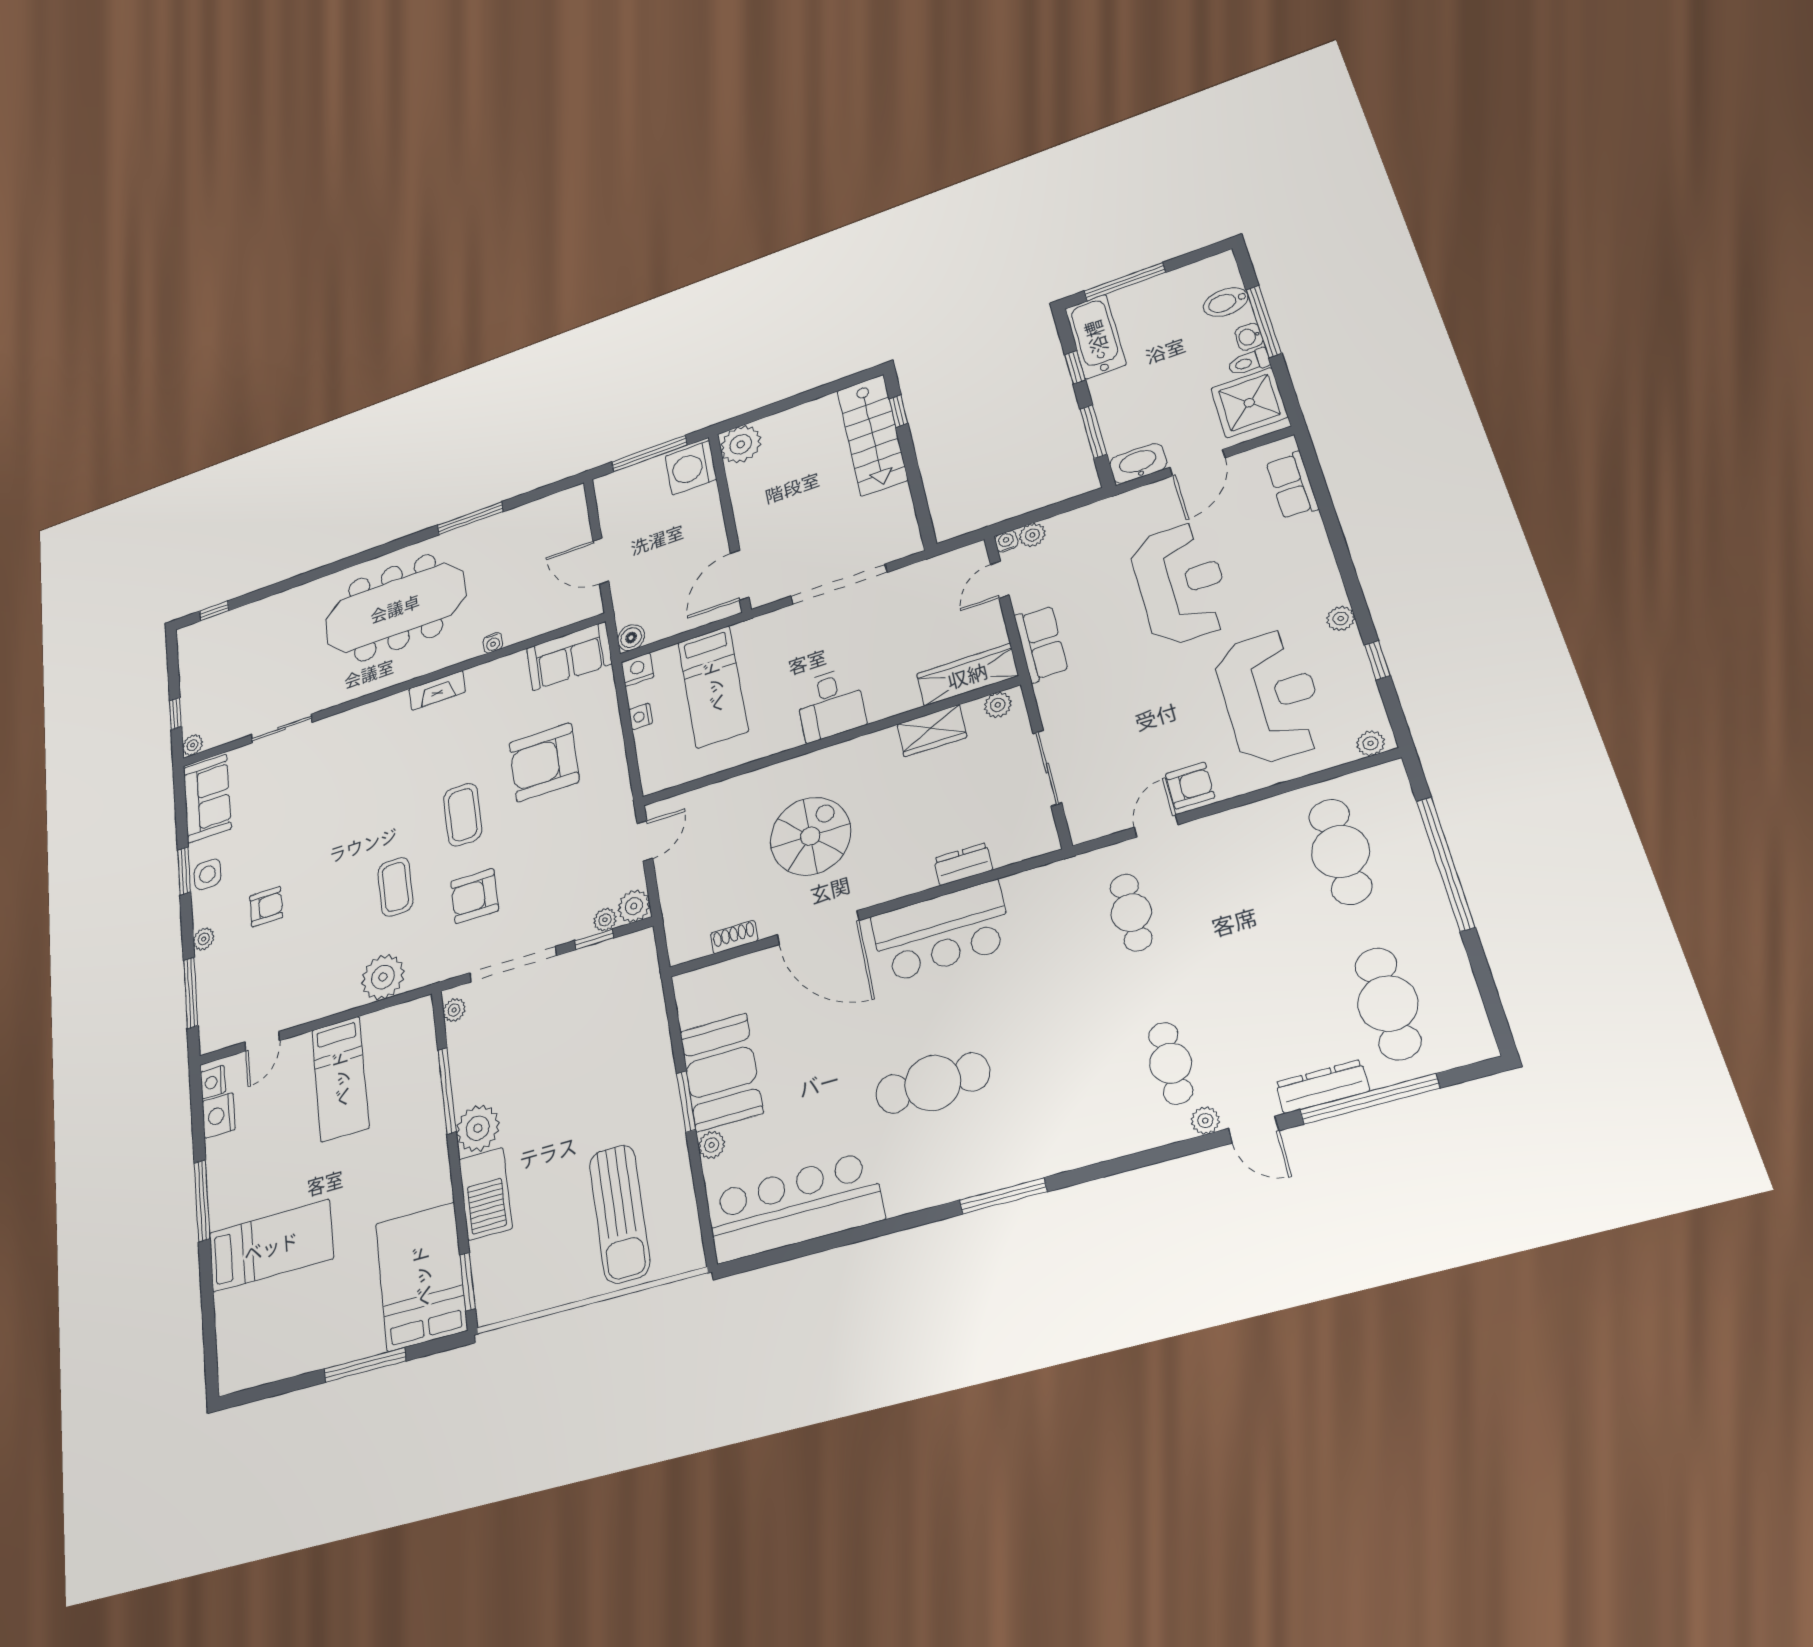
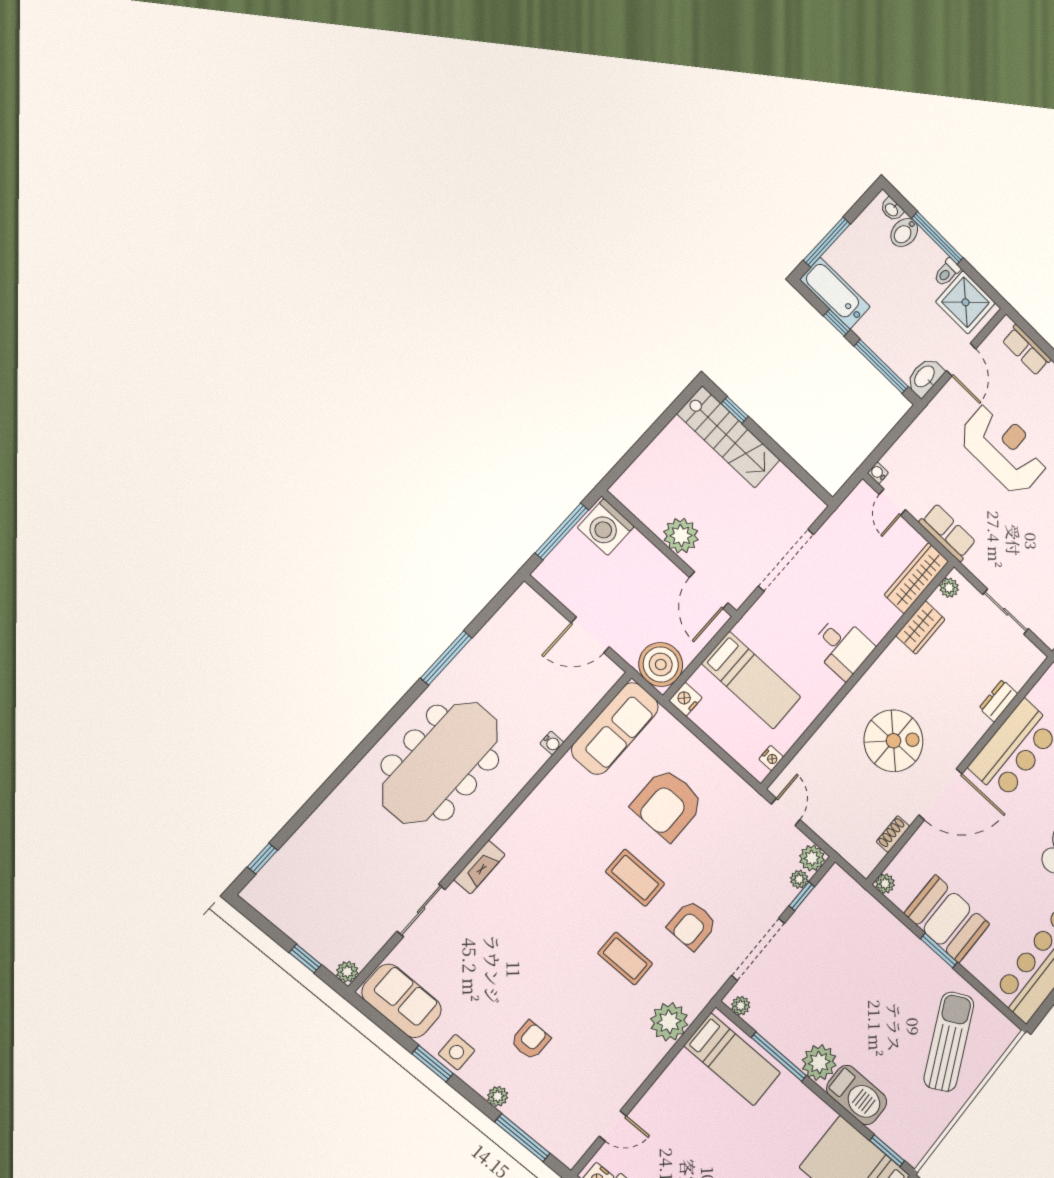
washbasin: (1249, 337) -> (892, 209), moved
window: (1093, 432) -> (881, 366), width x1.44
plant: (741, 444) -> (681, 536), moved
plant: (1032, 535) -> (892, 460), removed
boiler: (631, 638) -> (661, 664), width x1.86, depth x1.86
sofa: (569, 656) -> (615, 728), width x1.36
fireplace: (437, 690) -> (479, 867), moved
nightstand: (641, 716) -> (771, 758), moved, turned -90
spiral stairs: (810, 836) -> (893, 741), turned 90
door: (262, 1041) -> (613, 1126), hinge flipped
bed: (340, 1079) -> (732, 1059), moved
plant: (712, 1145) -> (885, 884), moved
sun lounger: (620, 1214) -> (949, 1042), turned -117

